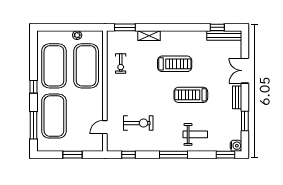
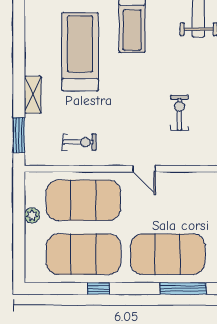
treadmill: (175, 64) -> (80, 52), width x1.37, depth x1.38
window: (33, 87) -> (98, 288), moved
exercise bike: (138, 123) -> (179, 113), width x0.73, depth x0.72
door: (105, 127) -> (144, 169), moved

